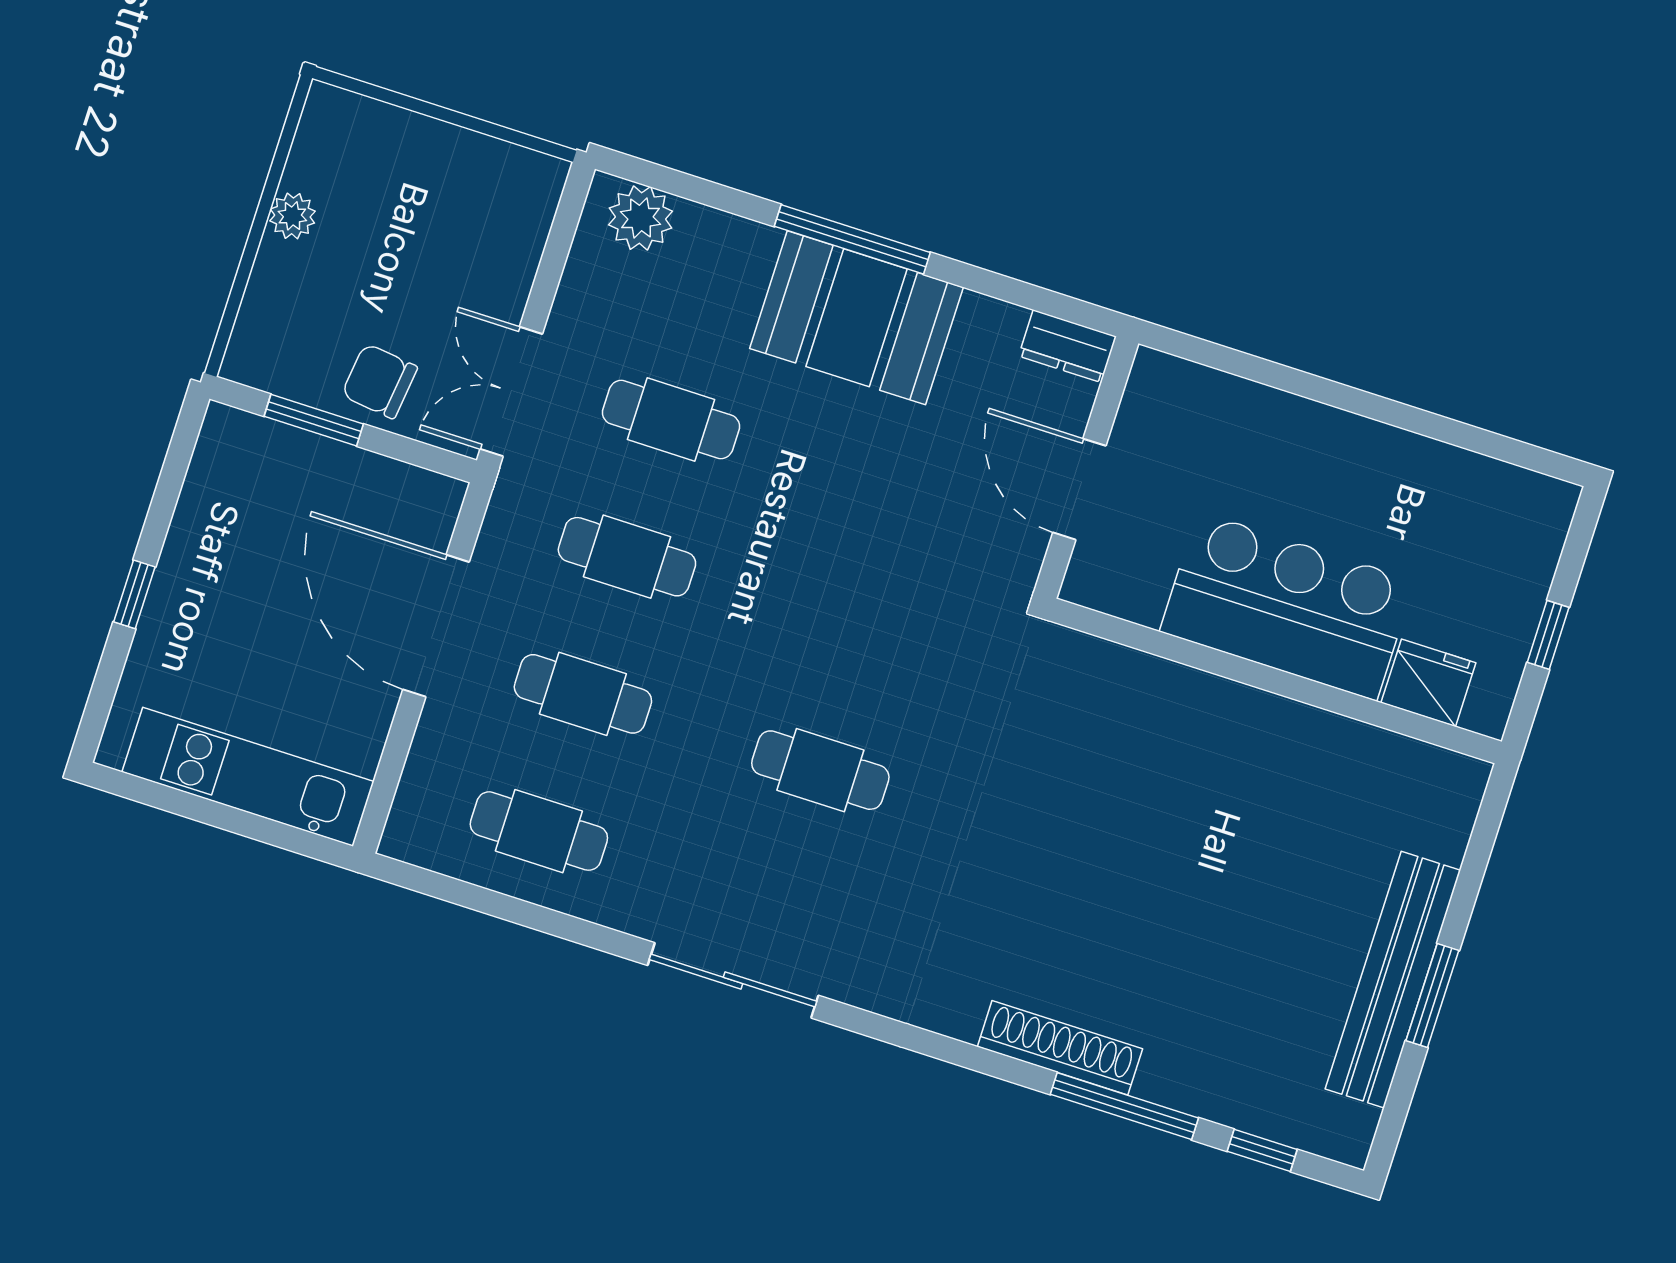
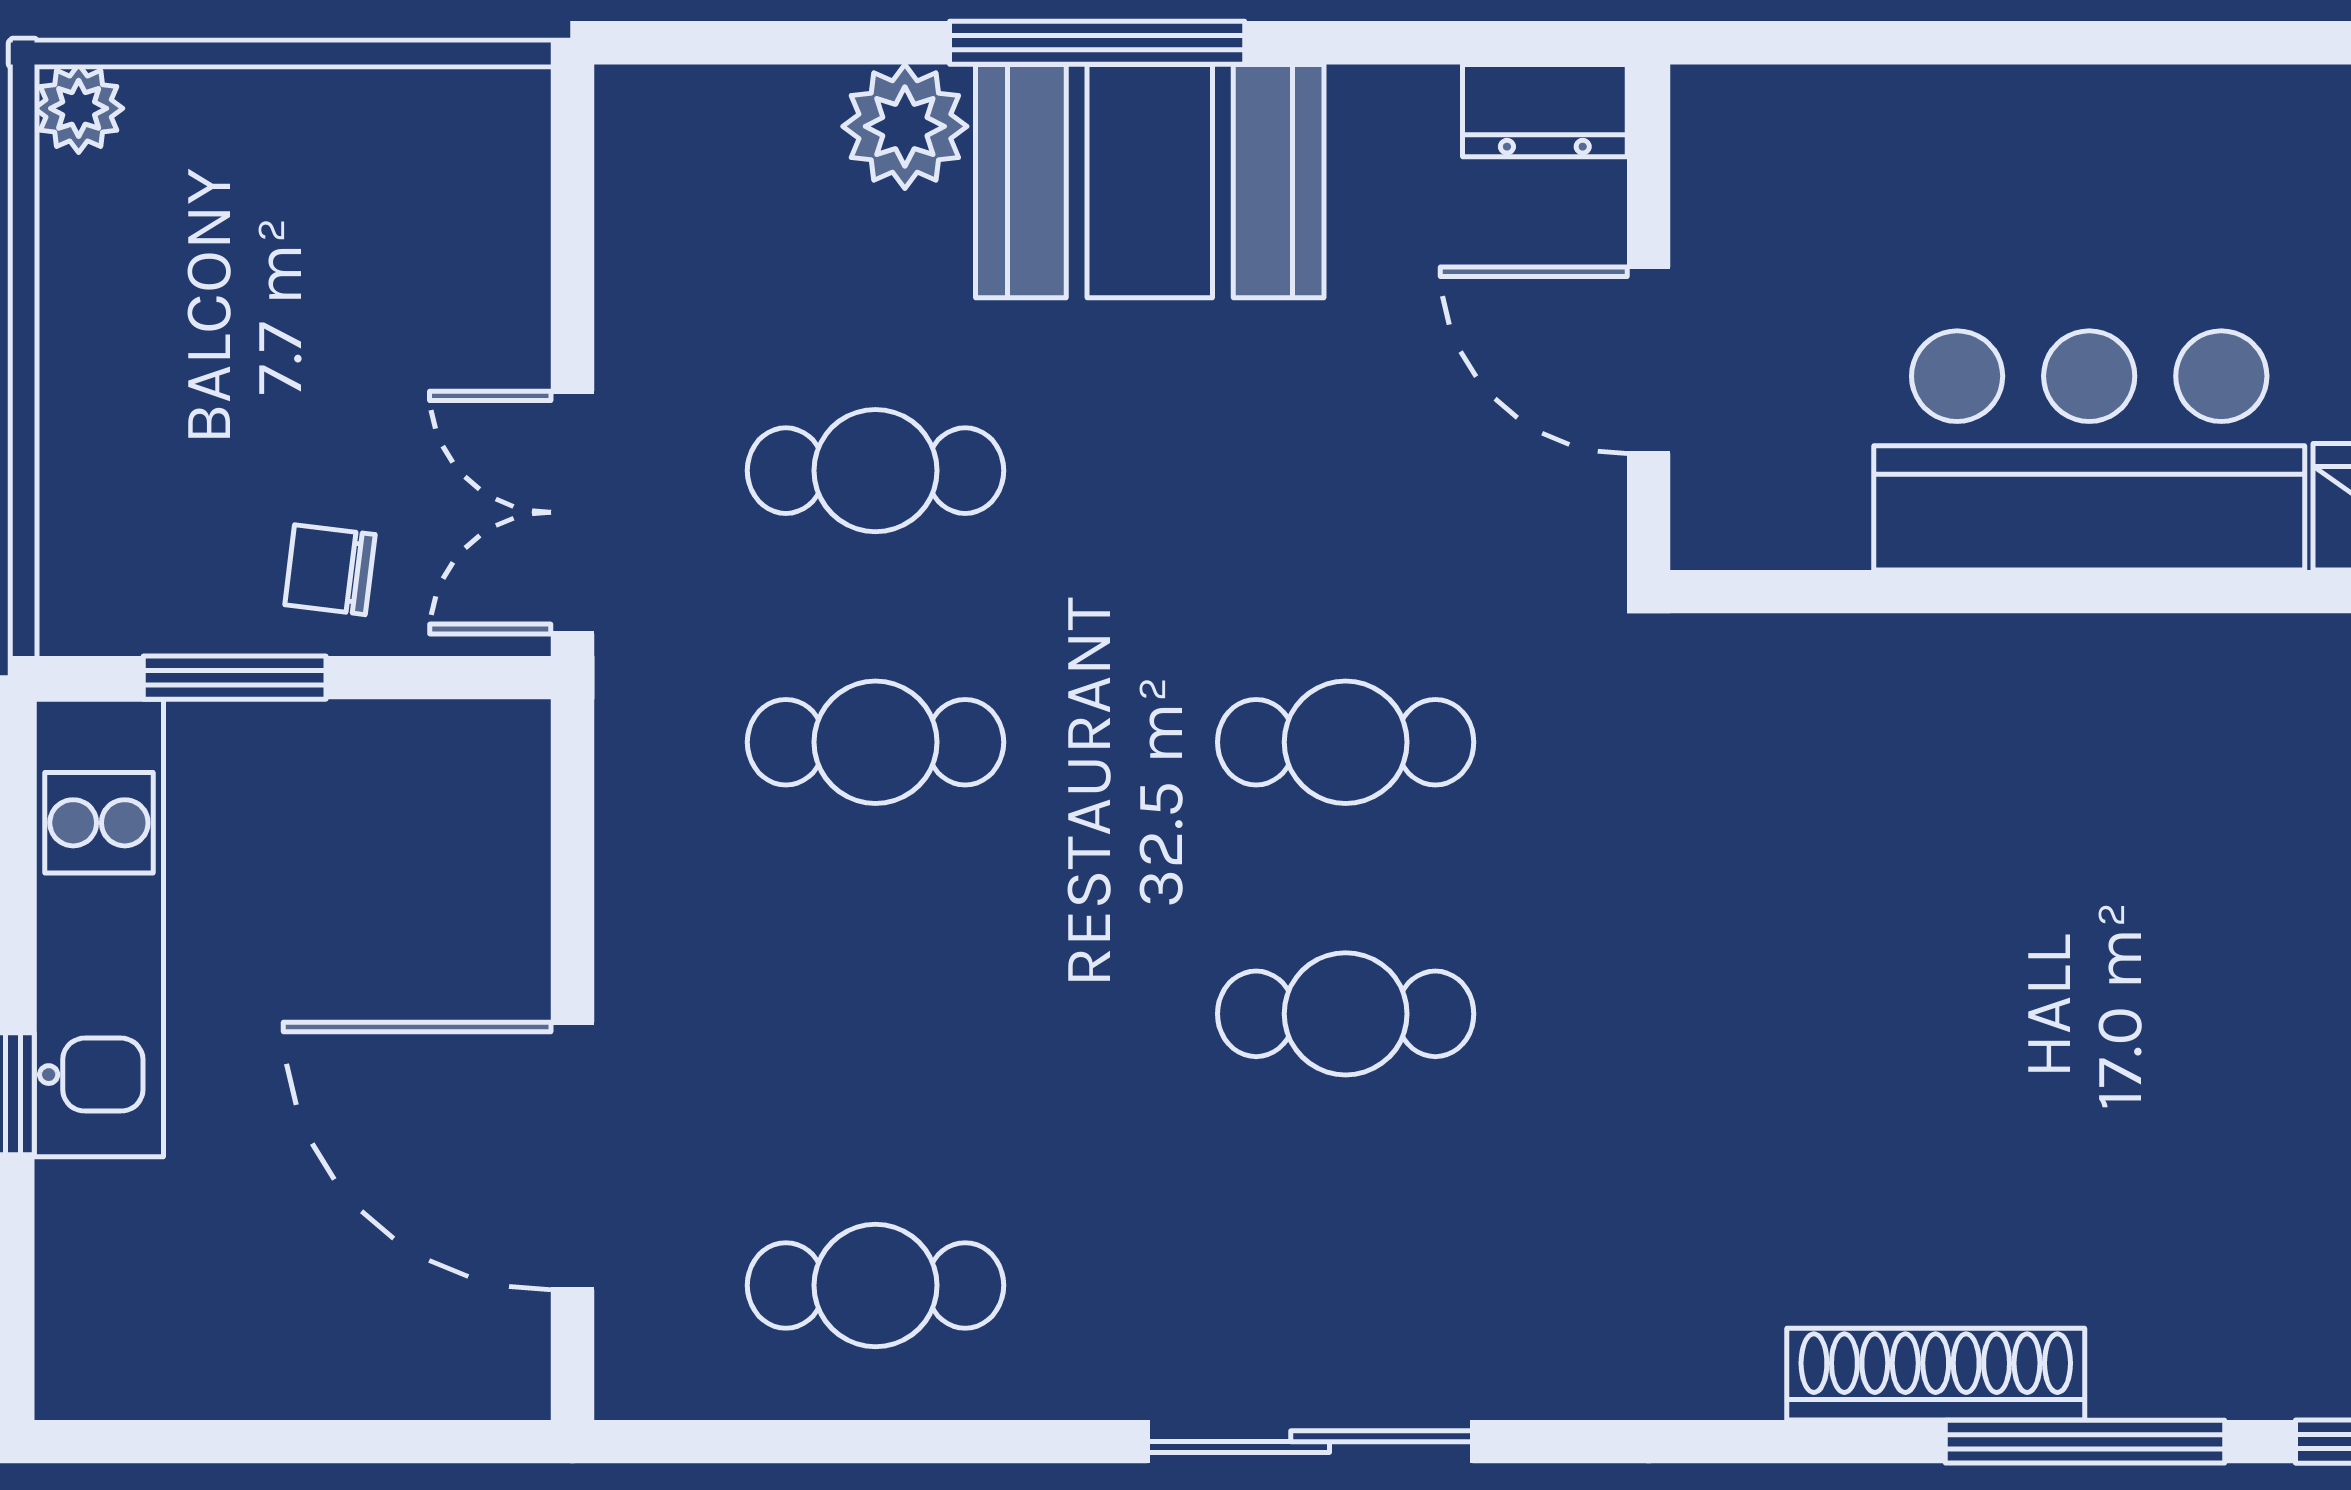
plant: (292, 216) -> (79, 108), moved
plant: (640, 218) -> (905, 126), moved
chair: (379, 381) -> (330, 570), width x0.73, depth x0.73
door: (436, 626) -> (573, 1156), moved
cafe table: (583, 694) -> (1346, 742), moved
kitchen unit: (248, 777) -> (99, 928), moved, turned 90

